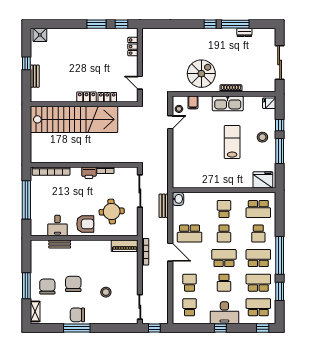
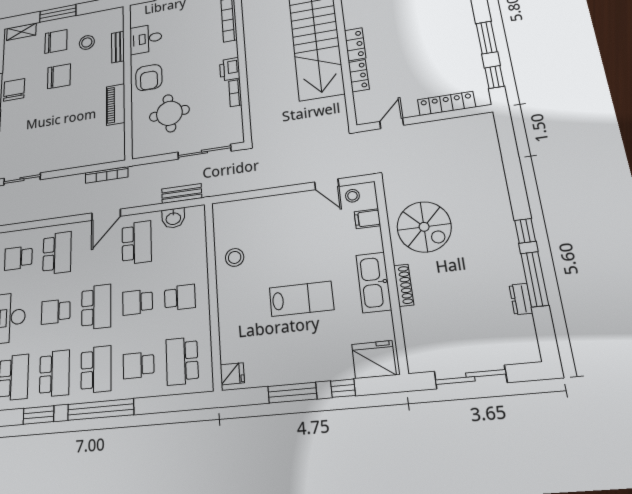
locker: (133, 47) -> (446, 103), width x1.53
fridge: (269, 103) -> (374, 359), width x1.88, depth x1.34
stool: (262, 137) -> (235, 257), moved
fridge: (263, 180) -> (232, 374), width x0.53, depth x0.75
washbasin: (178, 199) -> (173, 218), moved
school desk: (190, 234) -> (137, 243), turned 180
piano: (125, 246) -> (116, 104), moved
school desk: (190, 283) -> (57, 253), width x1.85
stool: (106, 292) -> (87, 42), moved
school desk: (190, 307) -> (18, 258), turned 180

